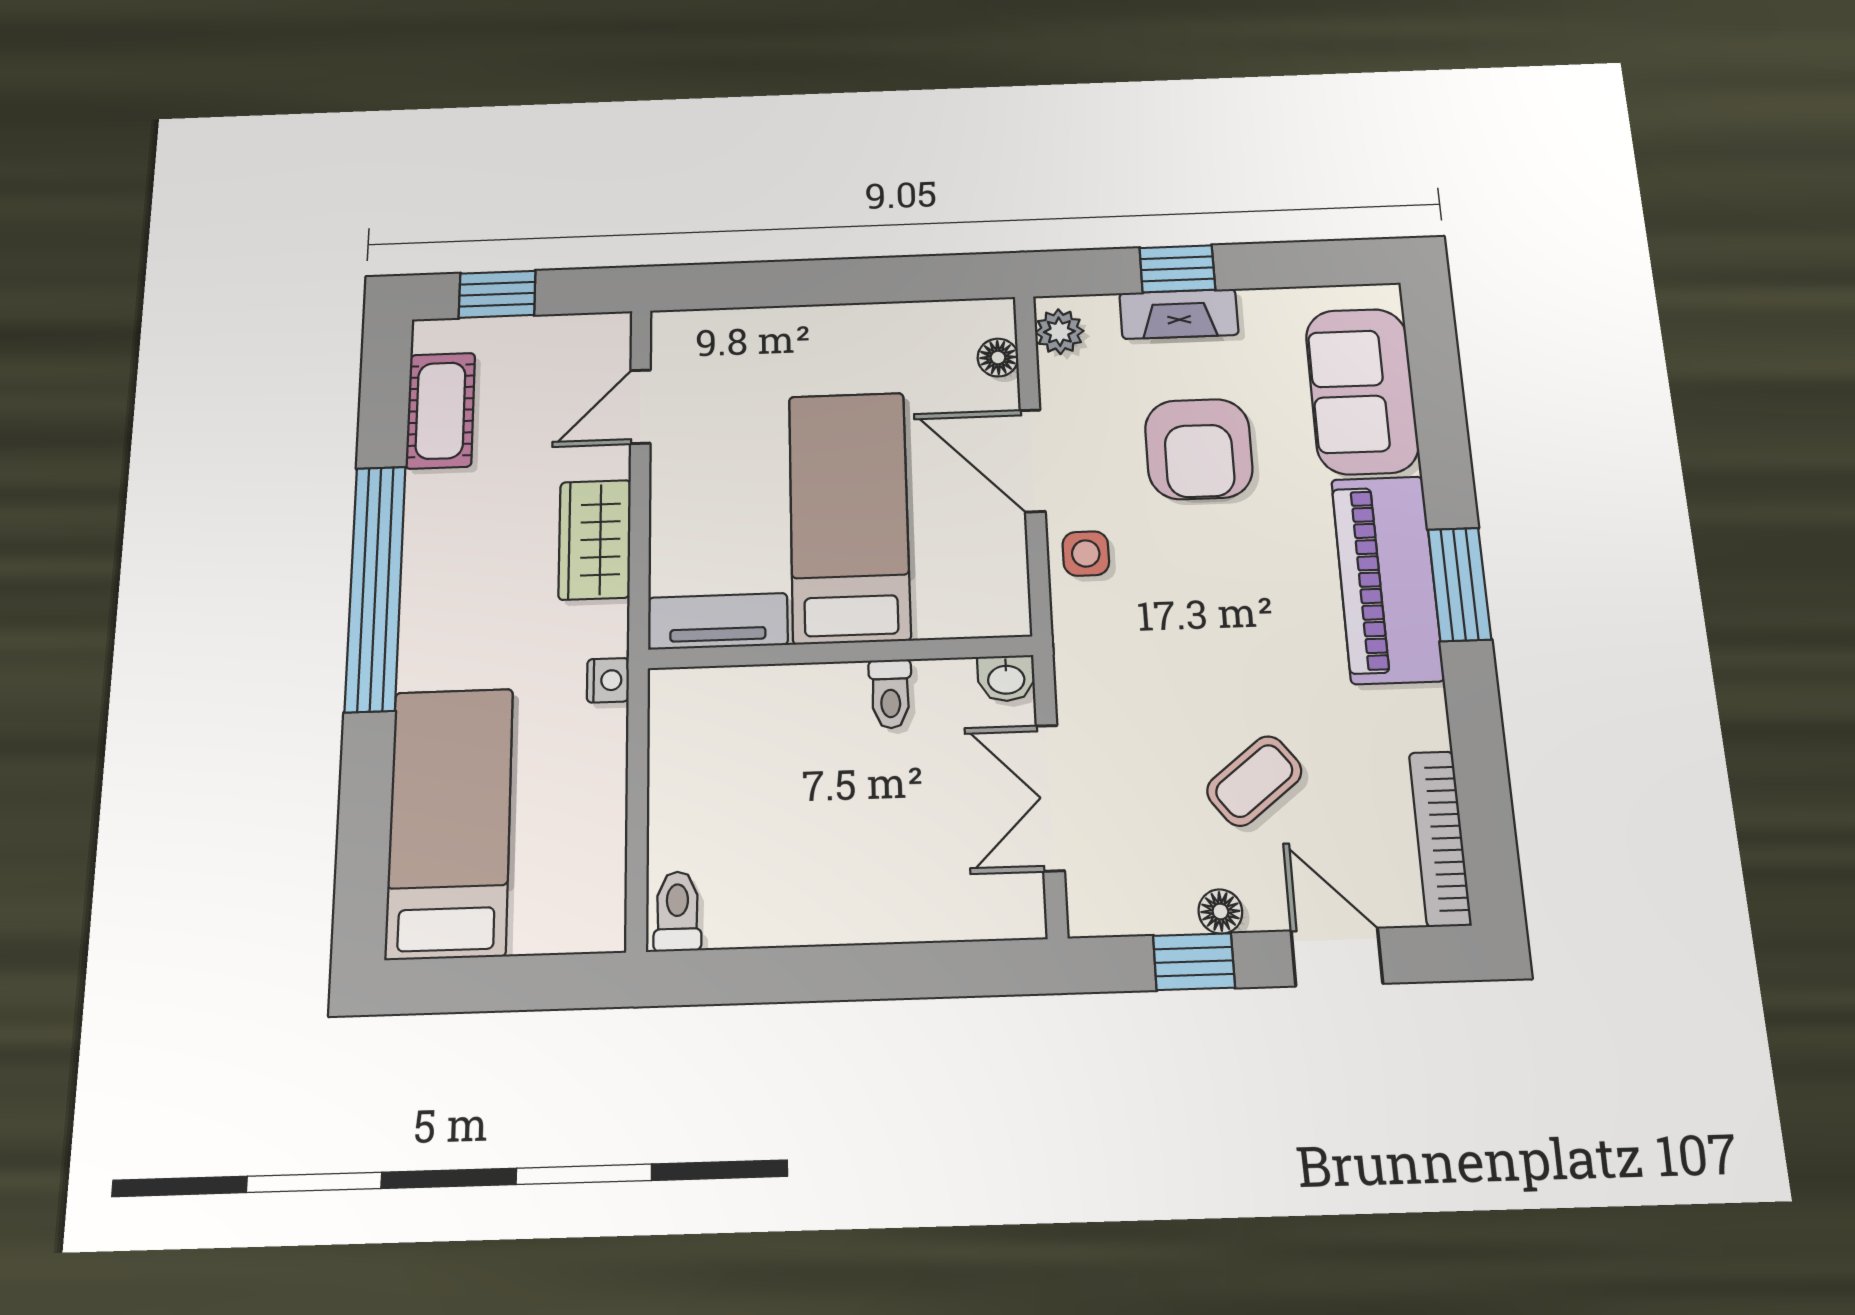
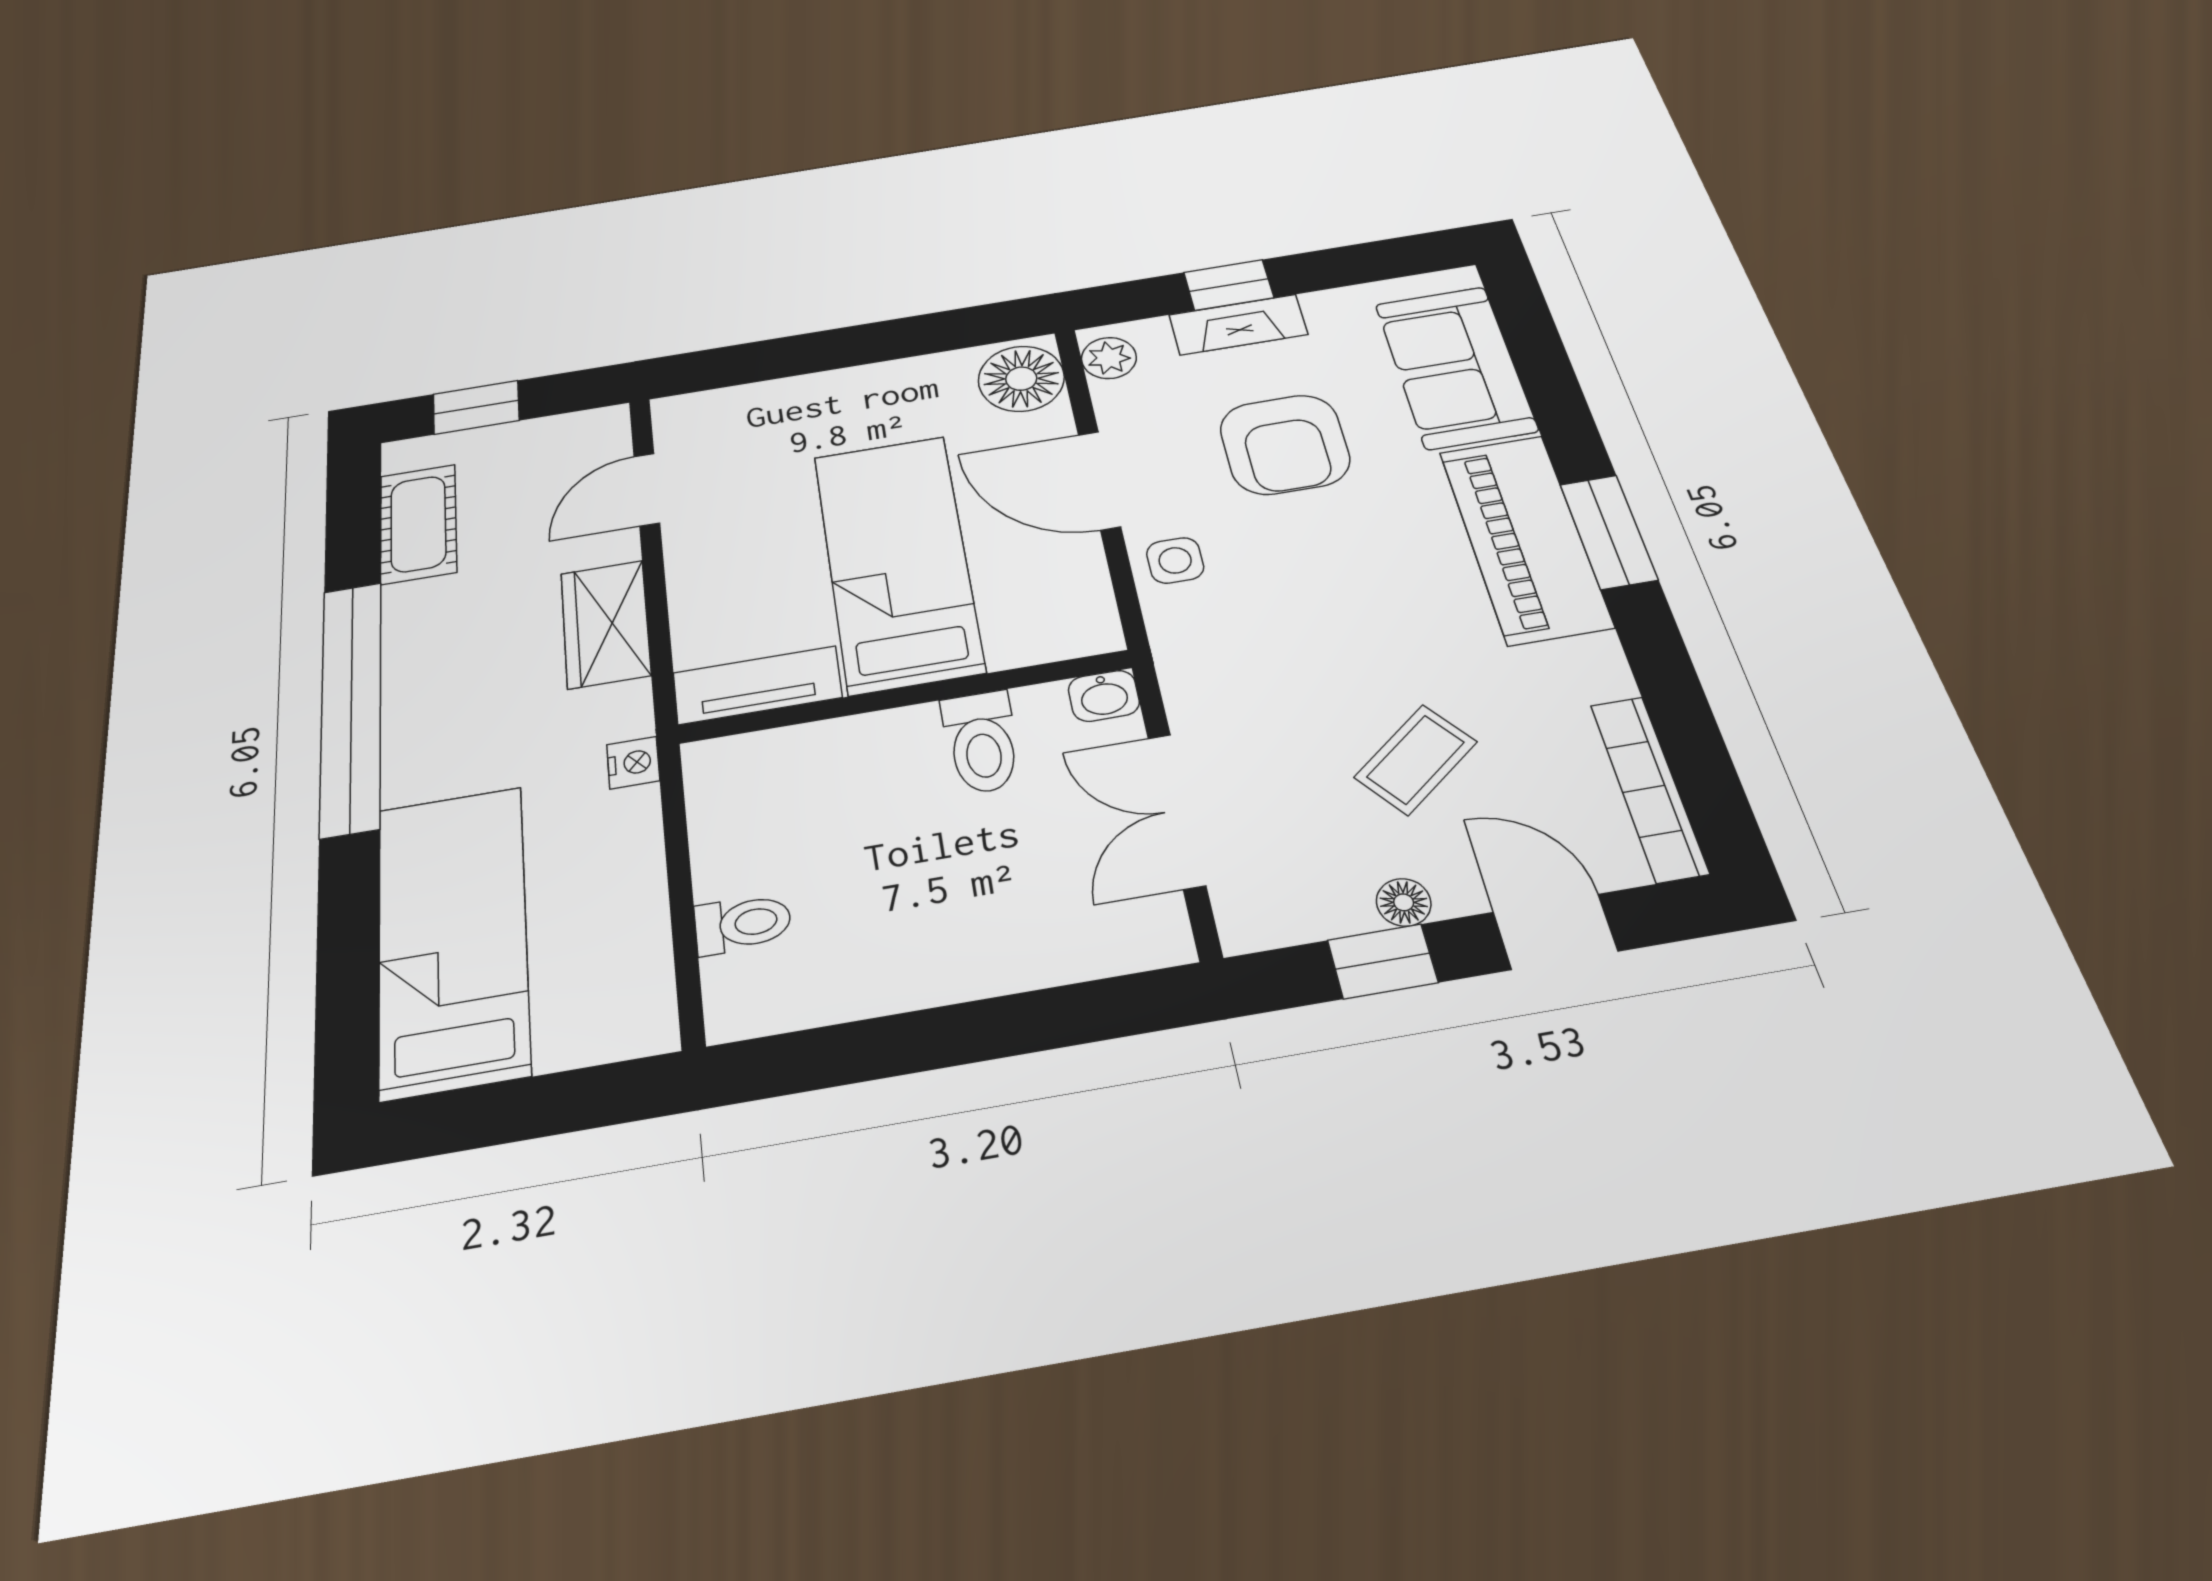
floor lamp: (998, 358) -> (1021, 379), width x1.89, depth x1.89
toilet: (890, 694) -> (982, 742), width x1.37, depth x1.39
toilet: (677, 911) -> (743, 924), moved, turned 90

